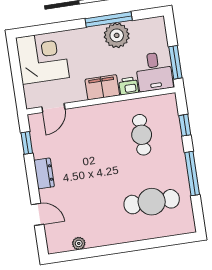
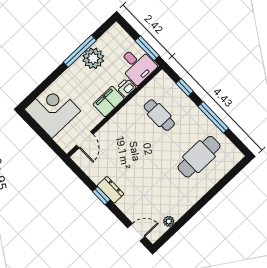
window: (27, 143) -> (101, 196), moved
door: (38, 214) -> (136, 232), moved

